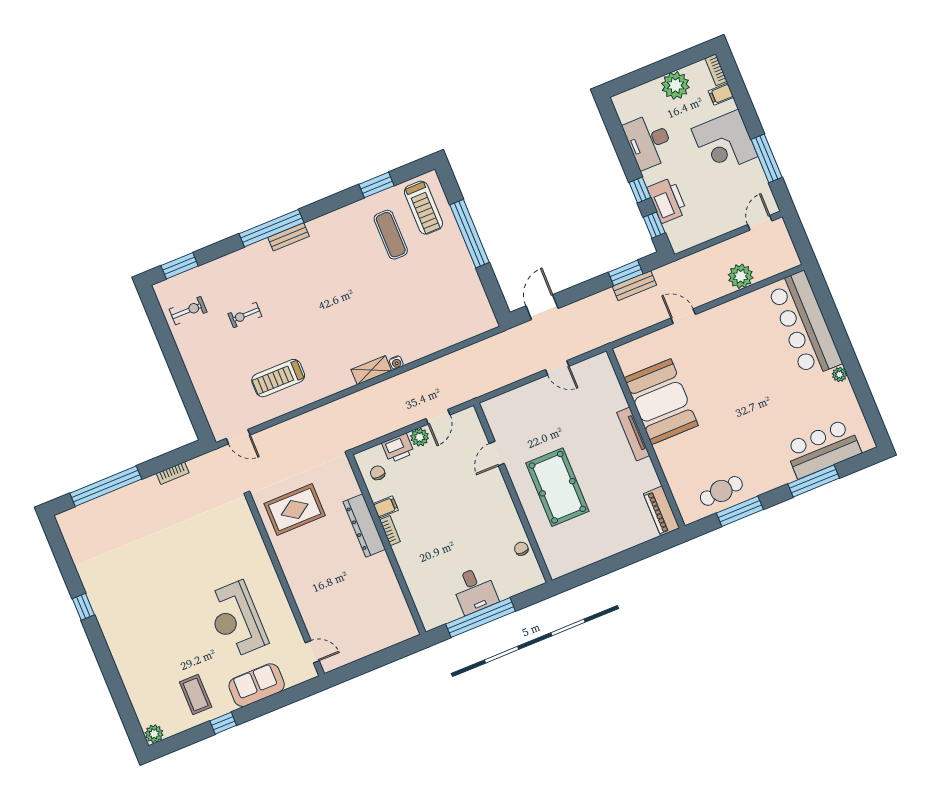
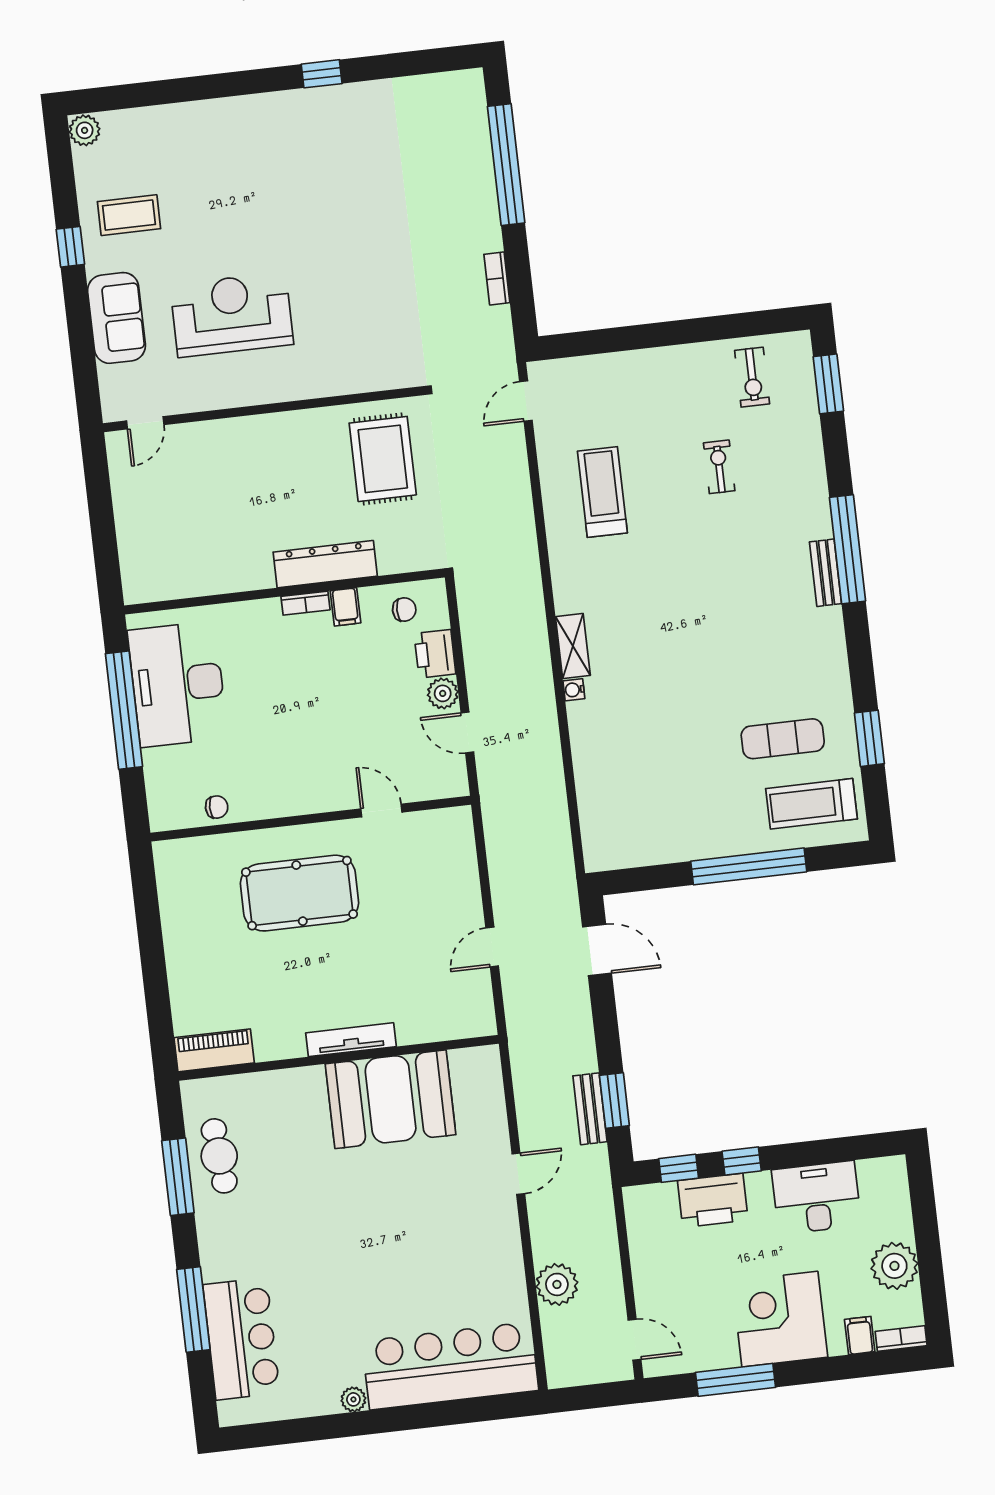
desk: (475, 590) -> (178, 684), width x1.87, depth x1.30

